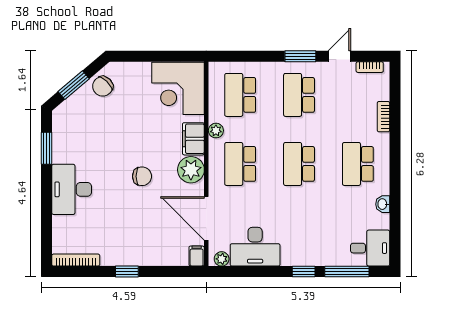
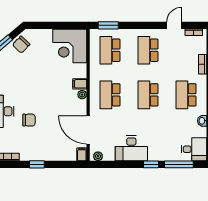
window: (300, 56) -> (108, 25), moved
plant: (216, 131) -> (94, 73), removed
filing cabinet: (193, 139) -> (80, 84), width x0.50
plant: (191, 170) -> (82, 95), width x0.53, depth x0.53
chair: (142, 176) -> (29, 120), moved
desk: (255, 247) -> (131, 148), moved

